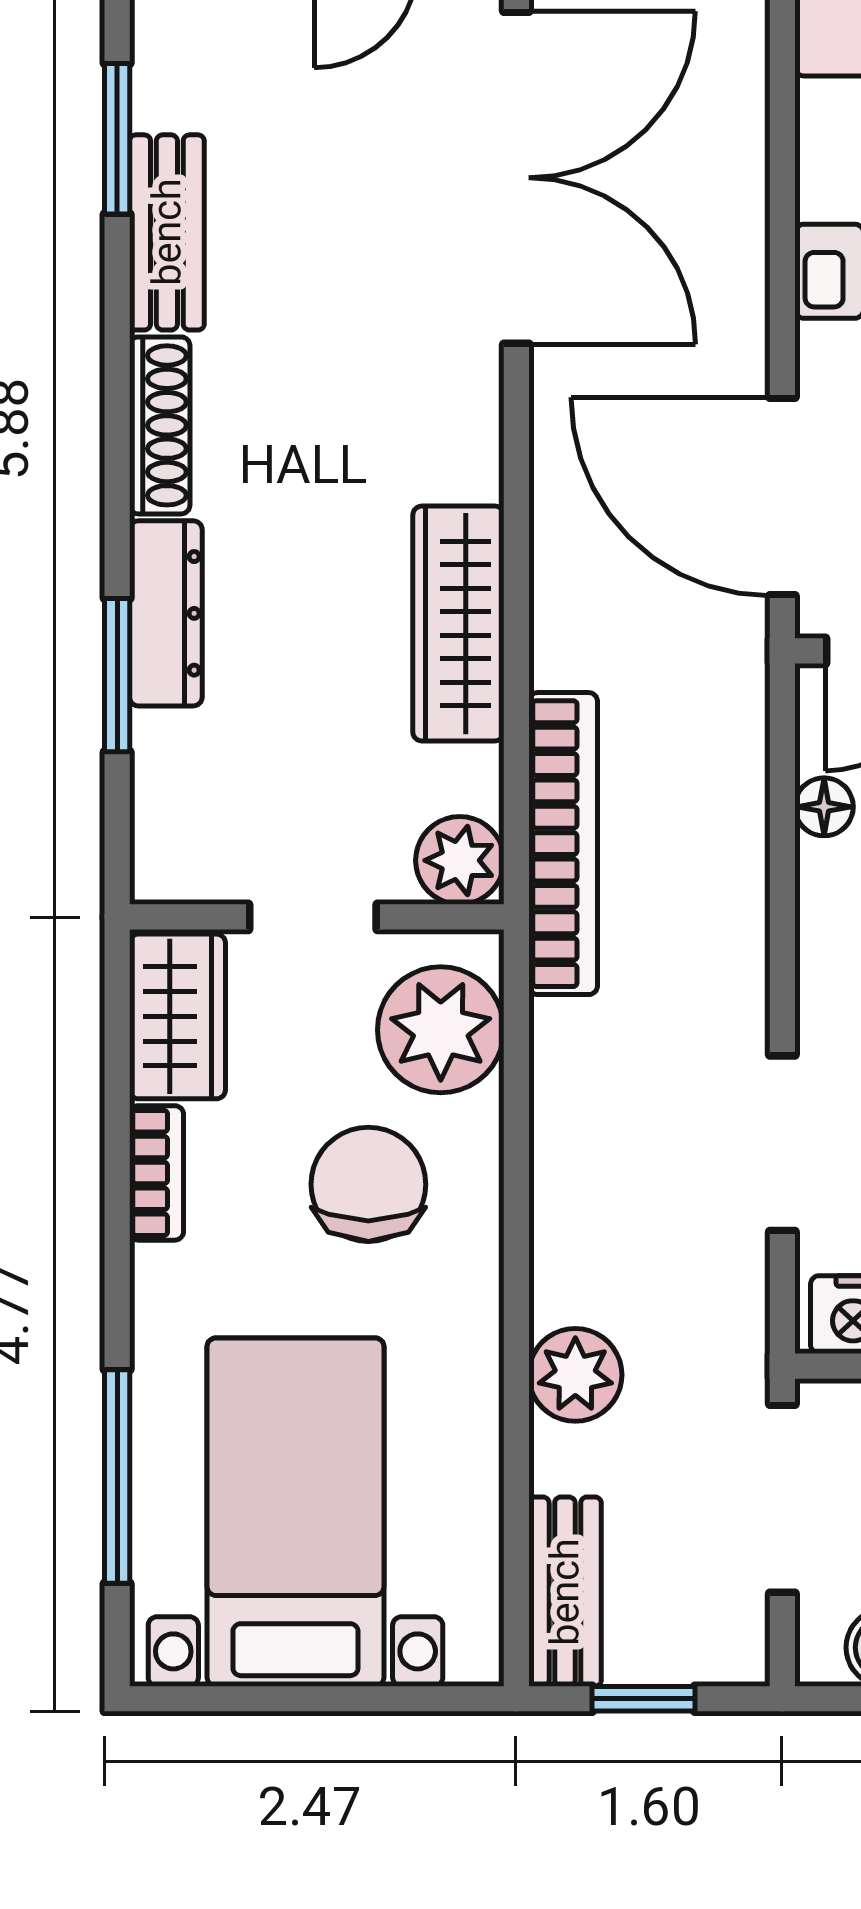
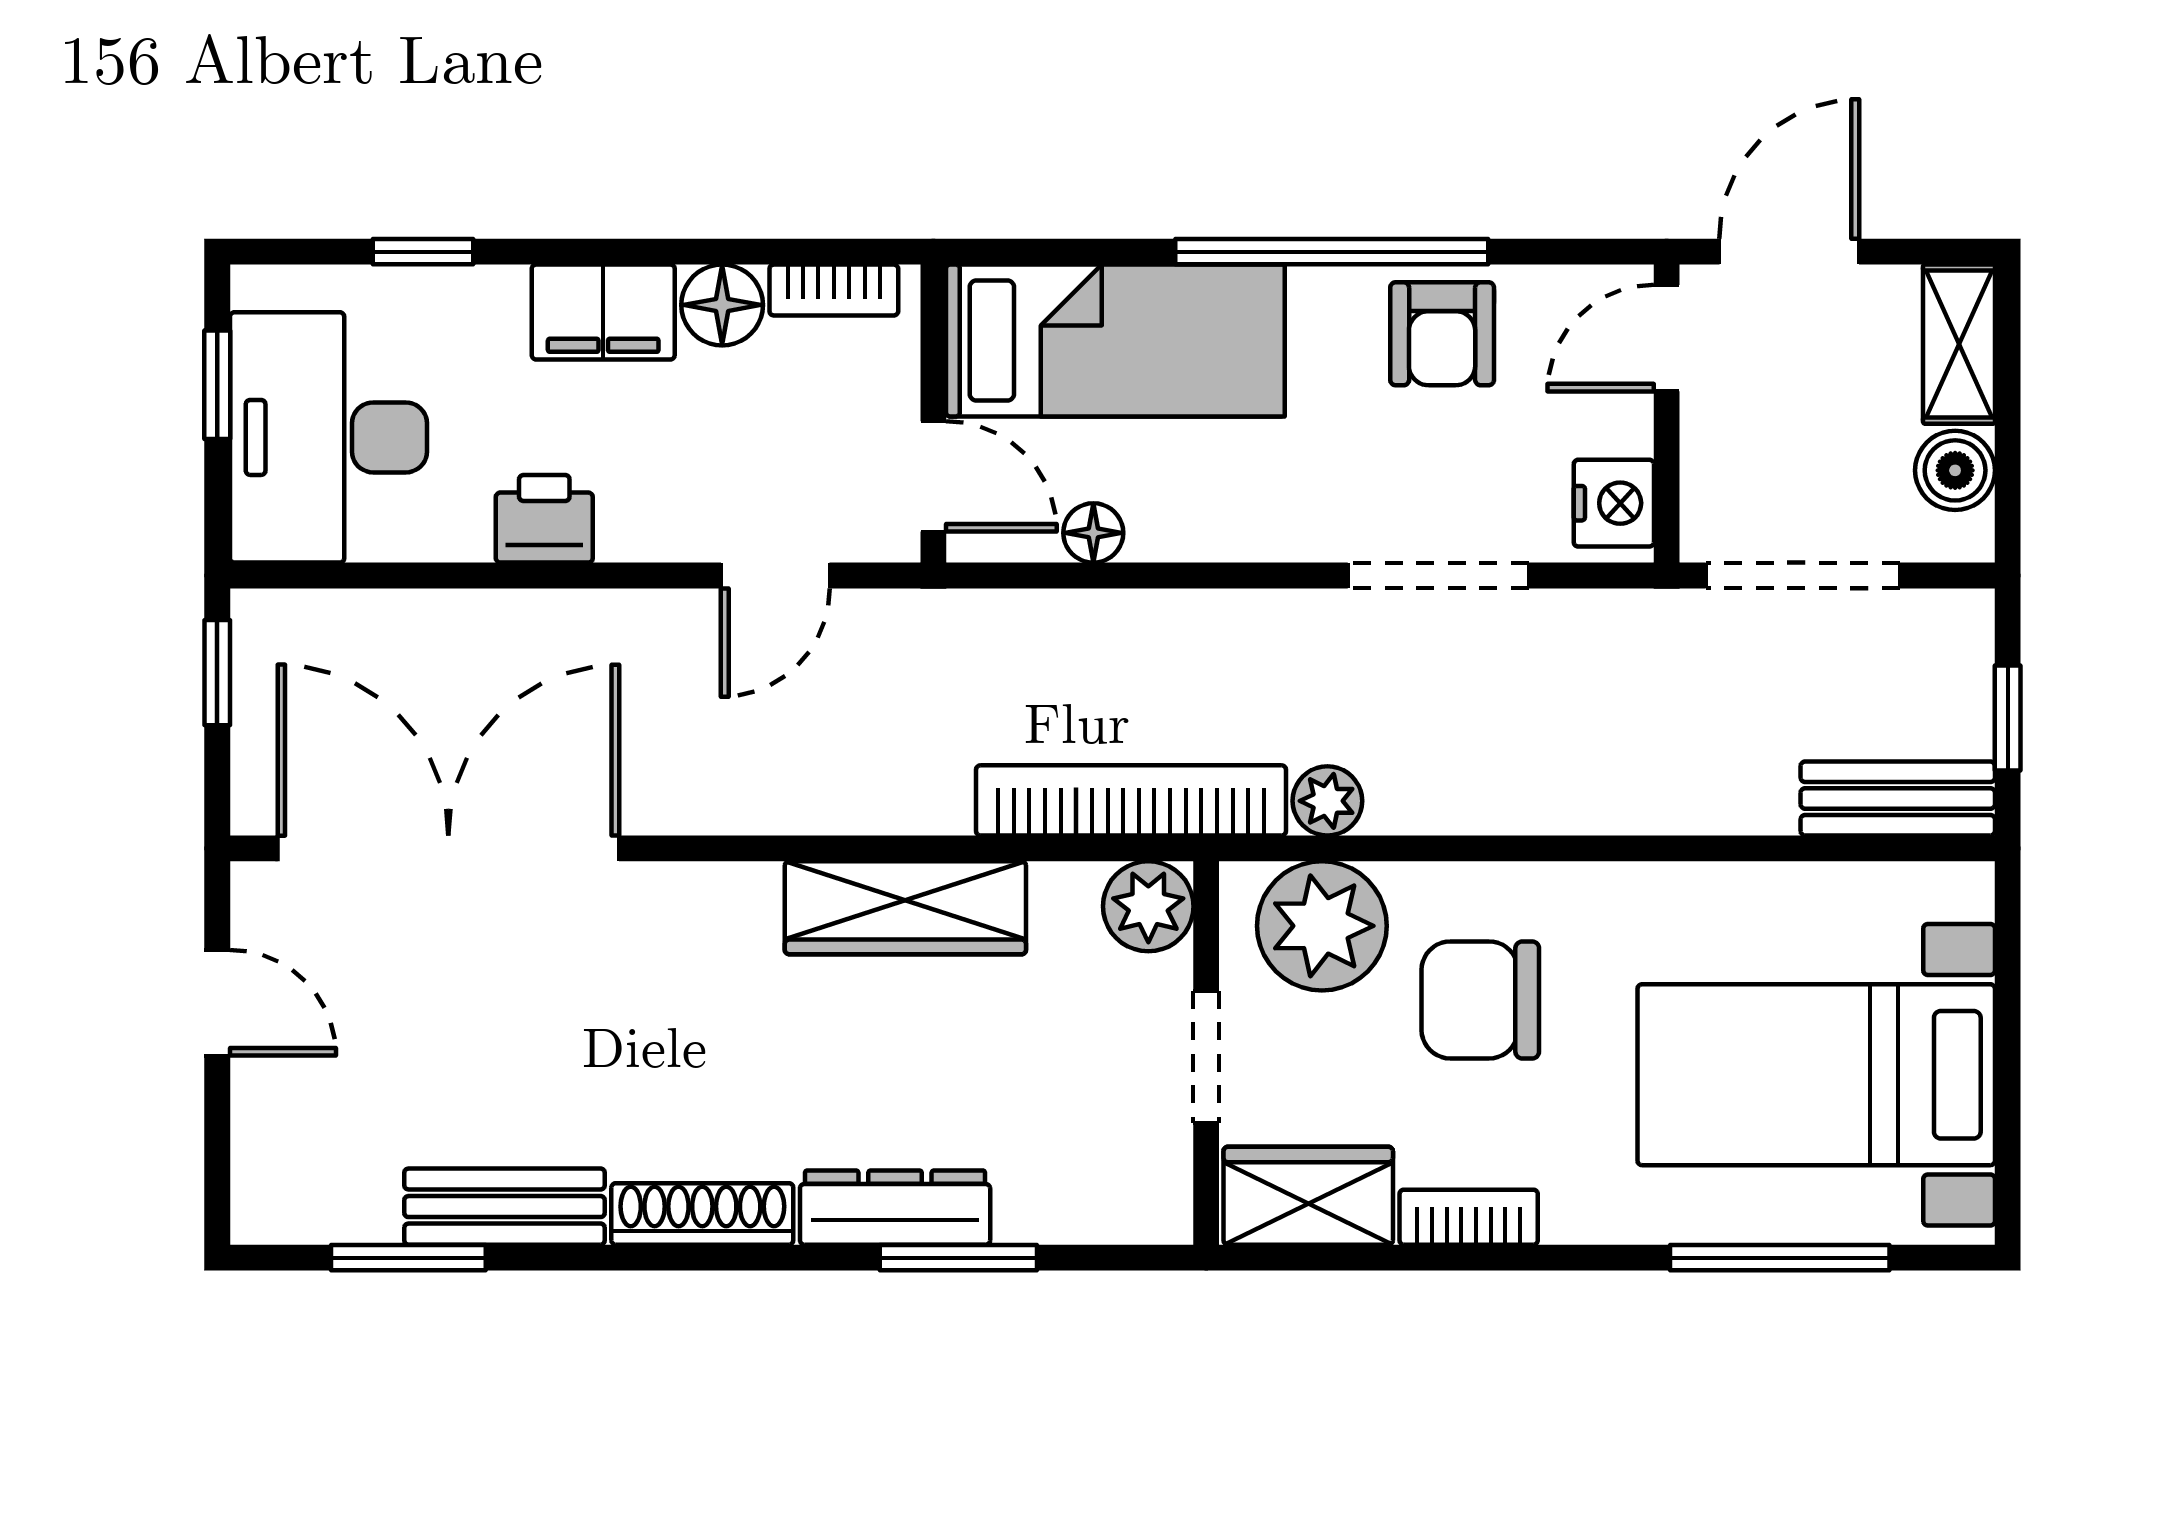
door: (782, 496) -> (775, 576), width x0.53
plant: (575, 1375) -> (1327, 801), moved, width x0.73, depth x0.73

